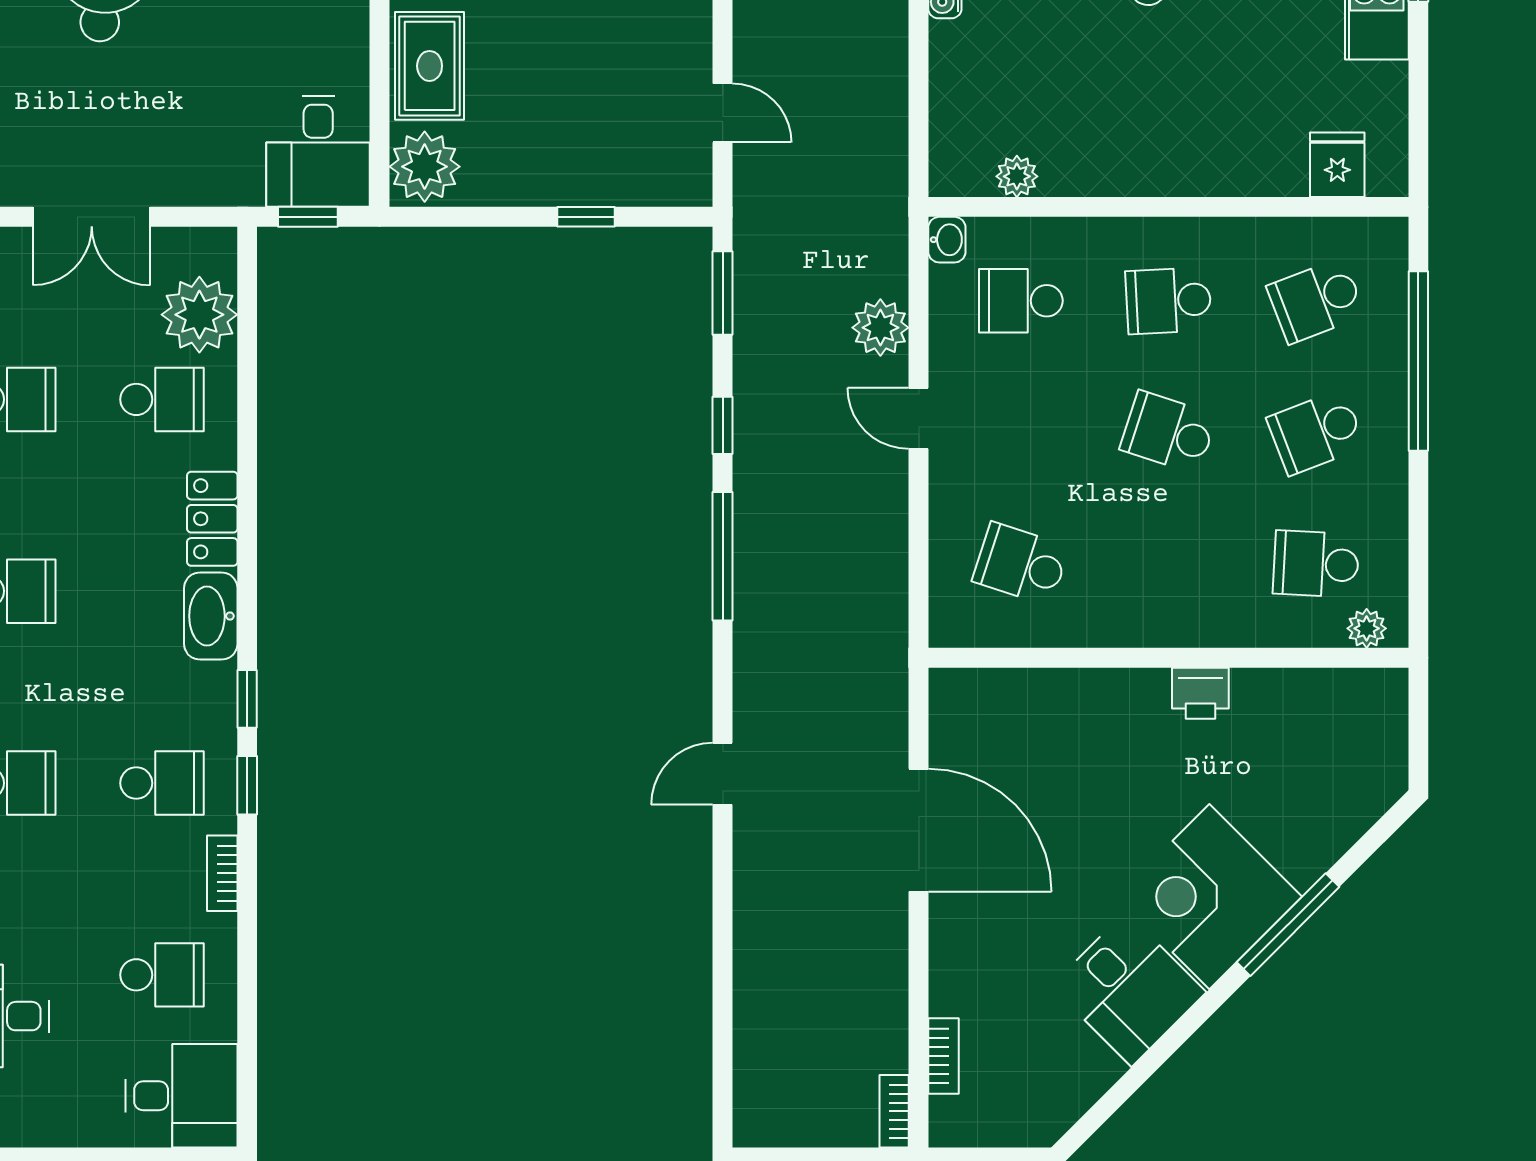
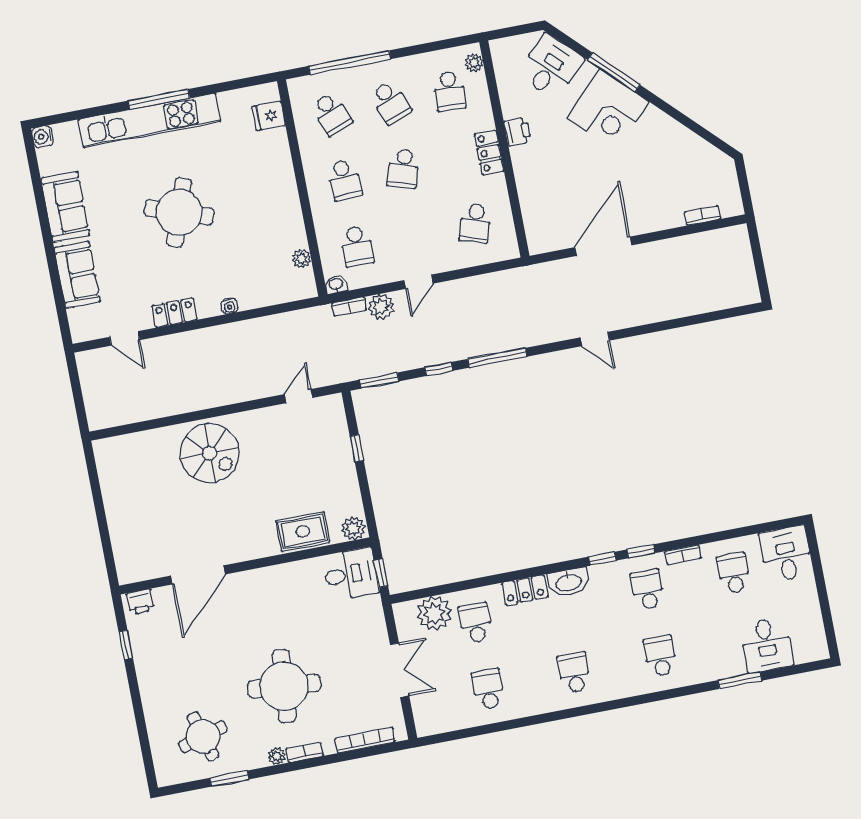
plant: (425, 167) -> (353, 528), width x0.73, depth x0.73
locker: (1167, 623) -> (489, 153), added
desk: (1129, 989) -> (551, 67), moved
bookcase: (894, 1111) -> (349, 306), moved

